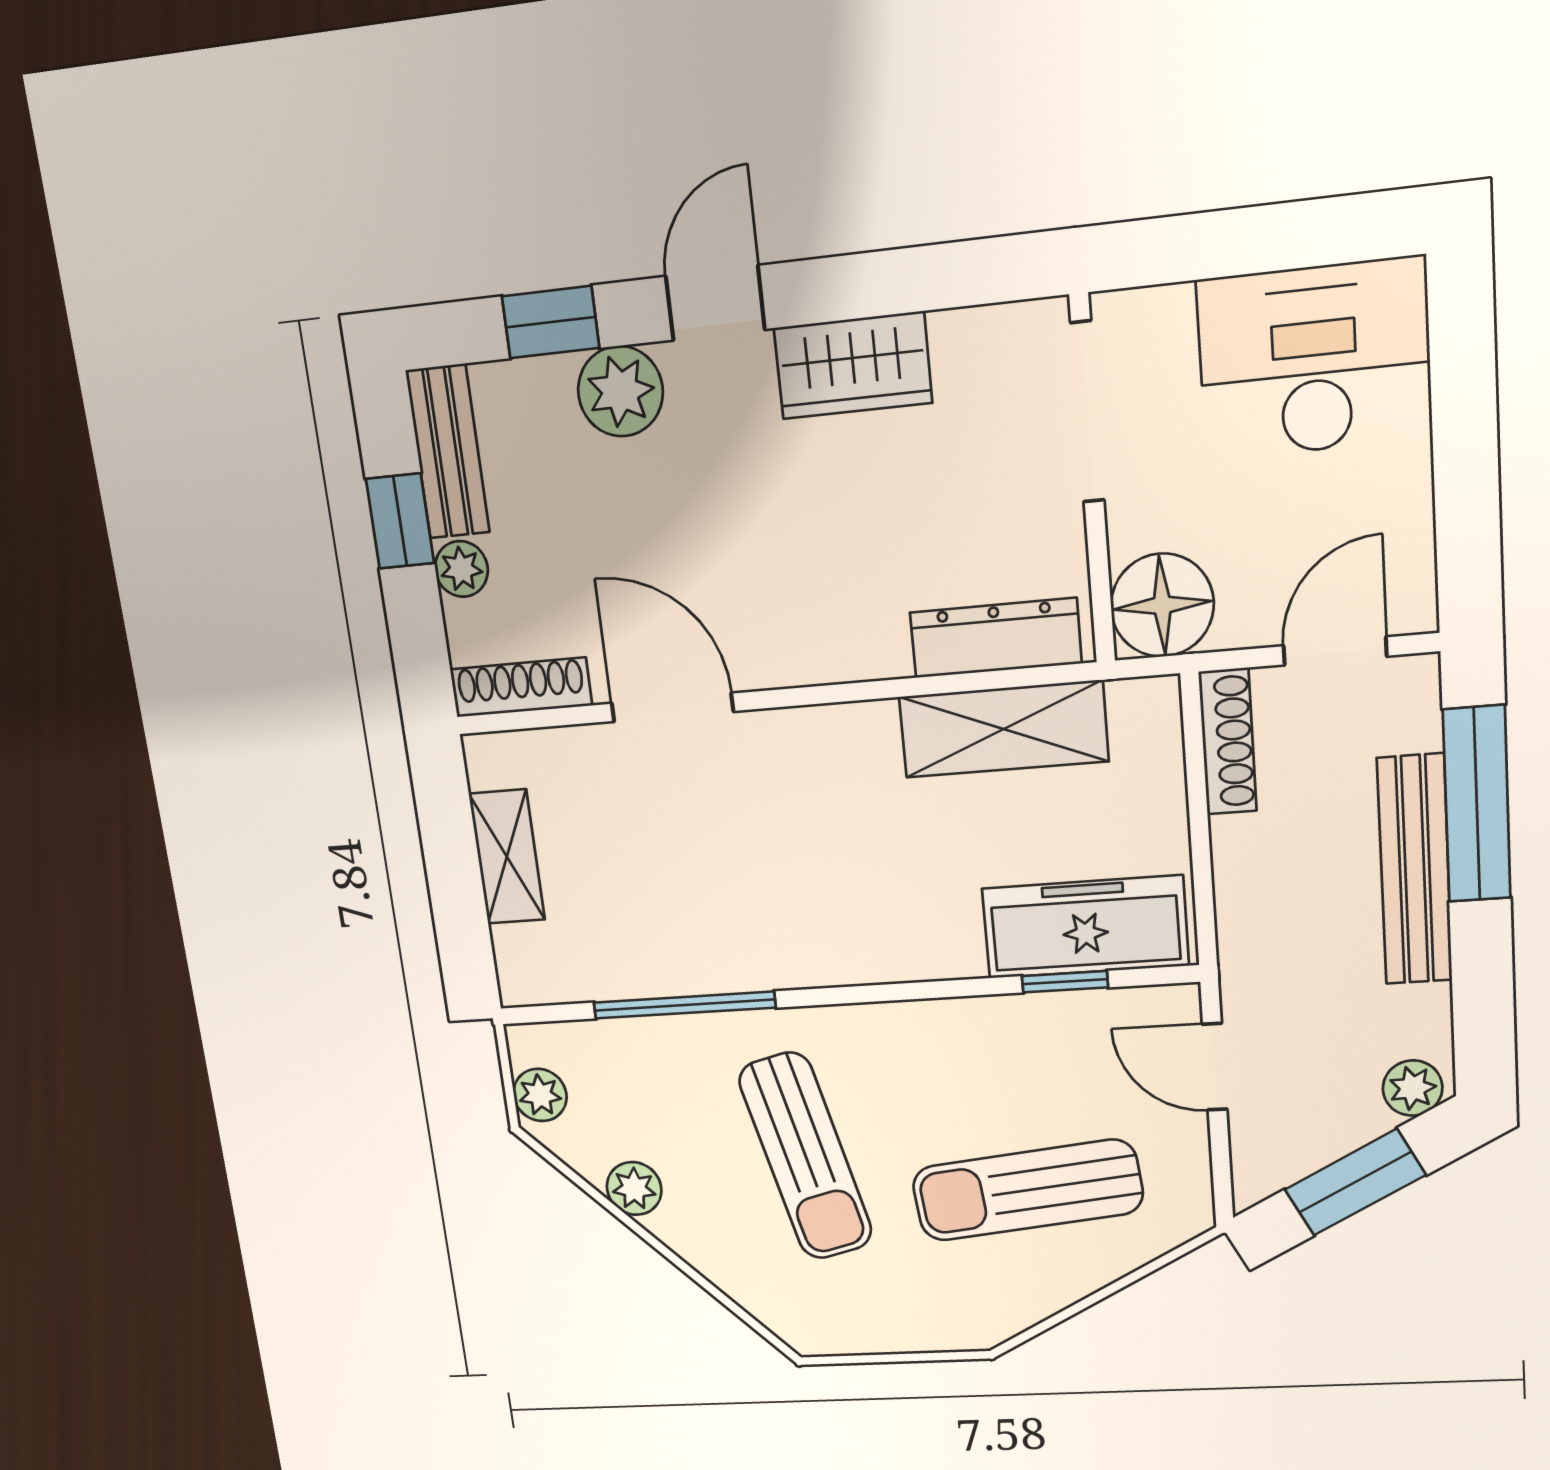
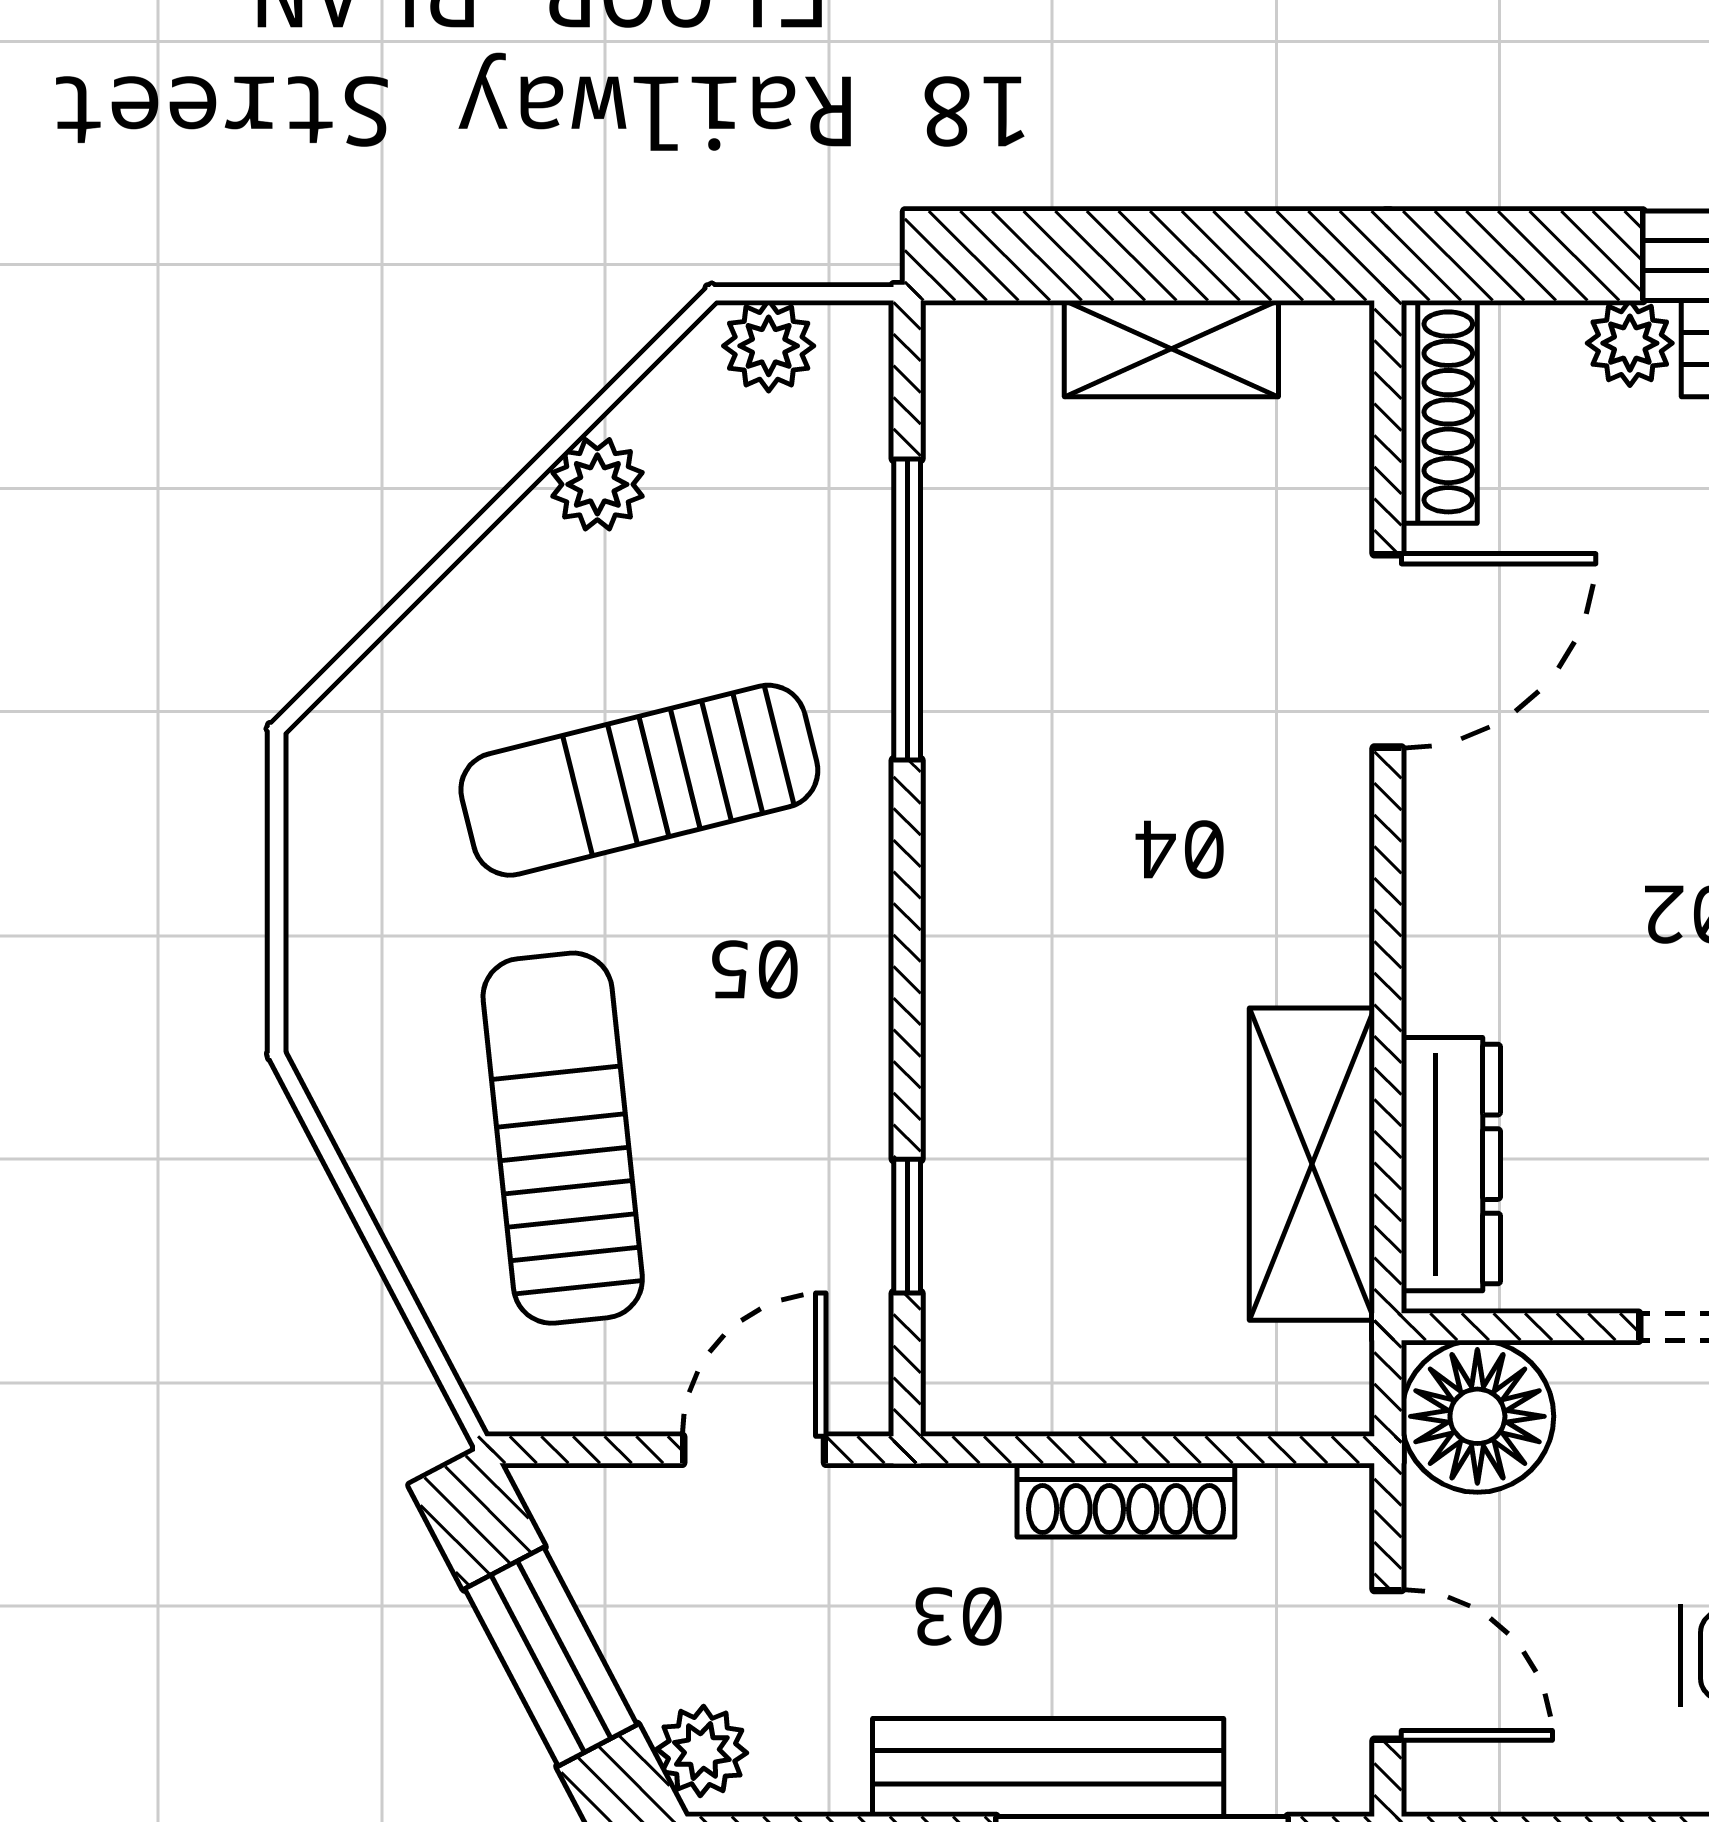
shoe rack: (1228, 741) -> (1126, 1500), moved
freezer: (1085, 927) -> (993, 1265), removed

